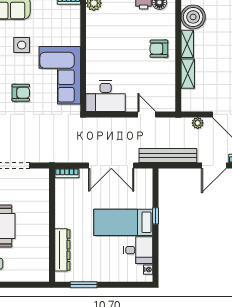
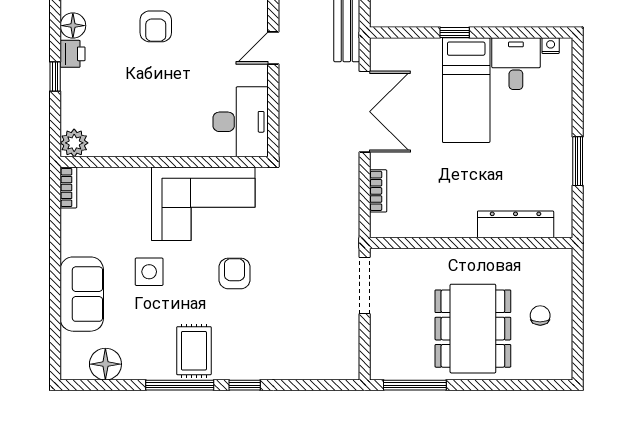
wall: (52, 225) -> (471, 243), moved
dresser: (62, 250) -> (516, 224), moved

